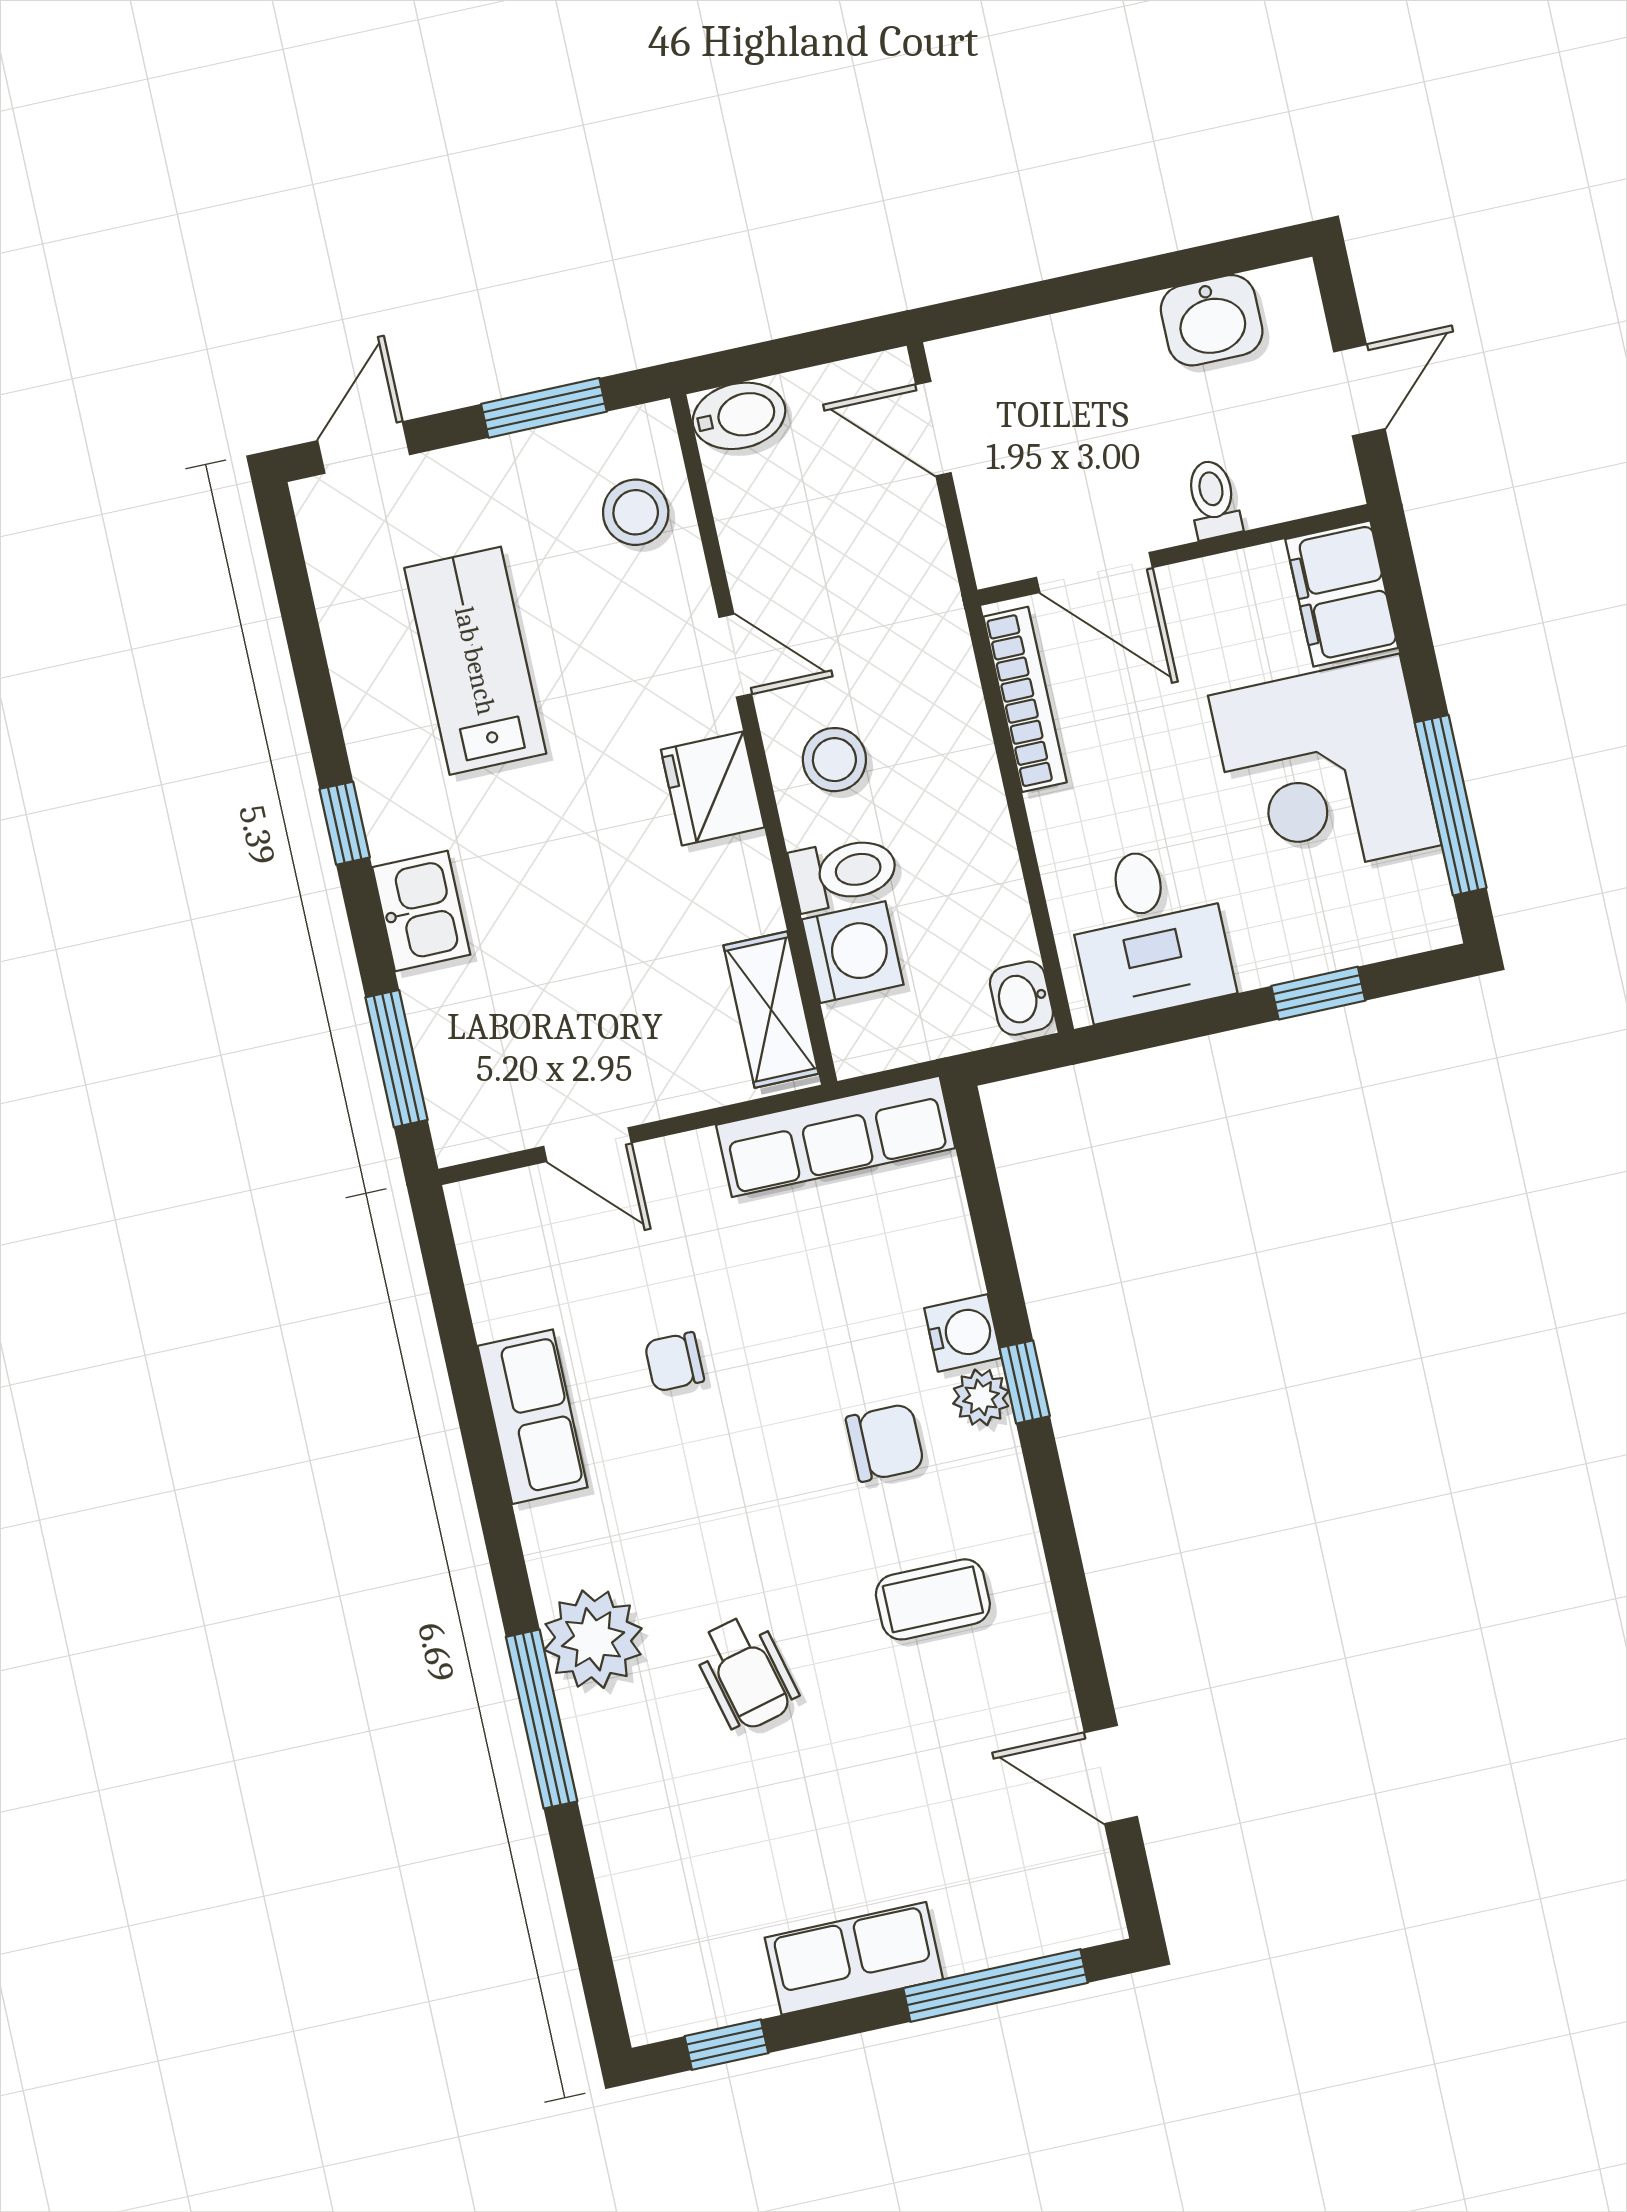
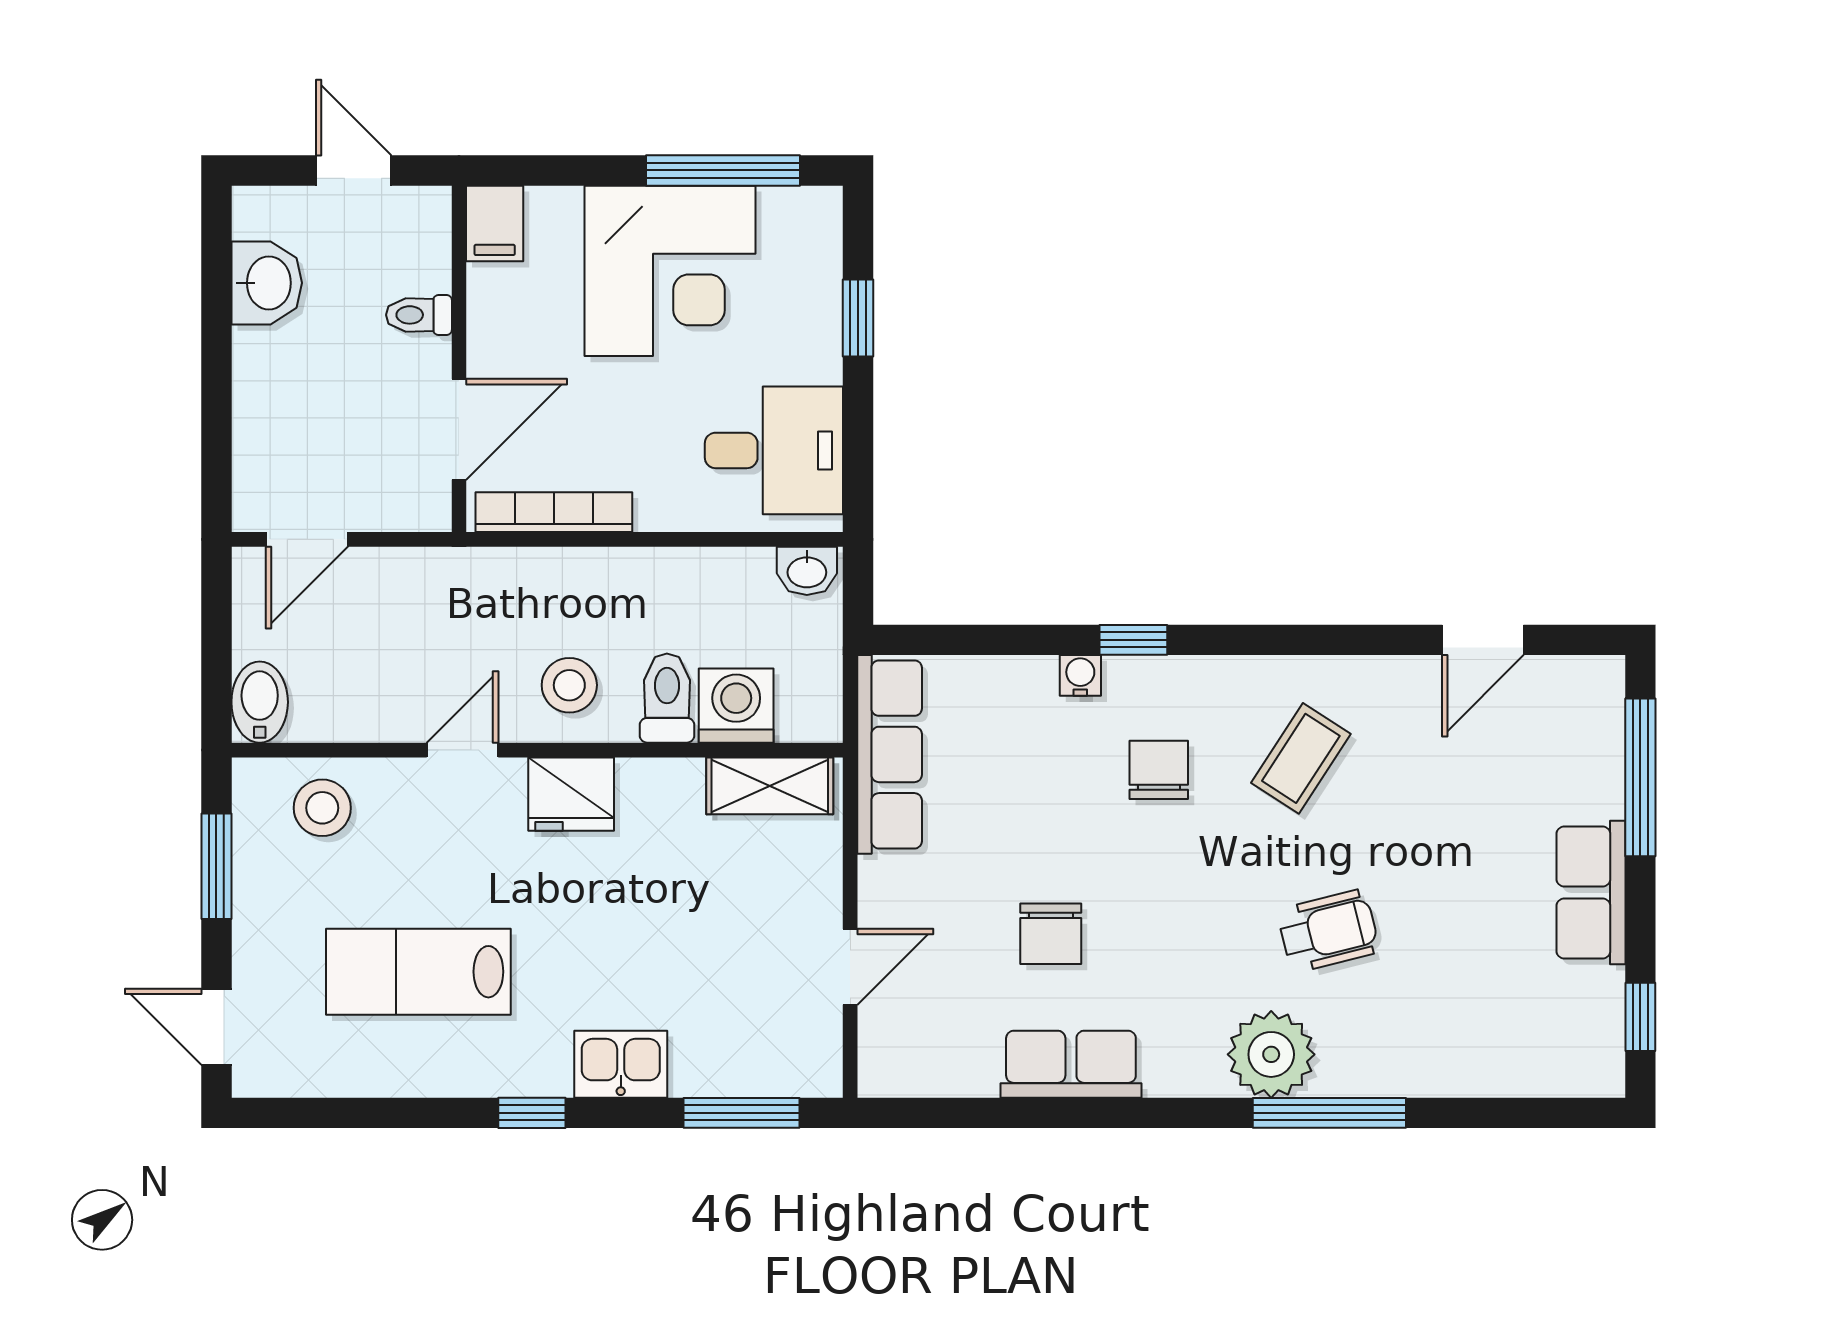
filing cabinet: (1342, 593) -> (495, 223), width x0.50
water cooler: (963, 1333) -> (1080, 675), width x0.72, depth x0.72
chair: (674, 1362) -> (1051, 934), width x1.37, depth x1.37
plant: (981, 1397) -> (1138, 680), removed
coffee table: (933, 1599) -> (1301, 758), turned 33

